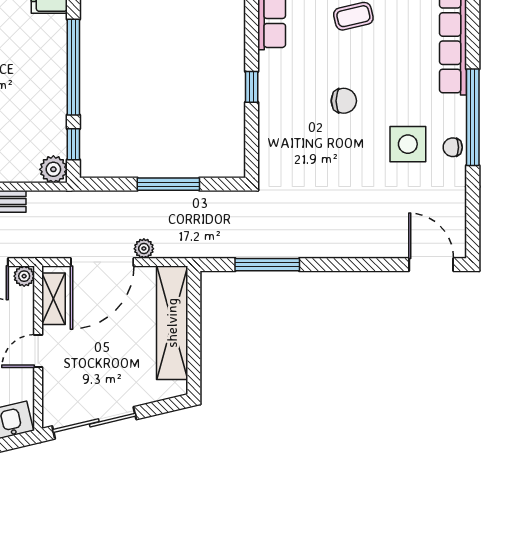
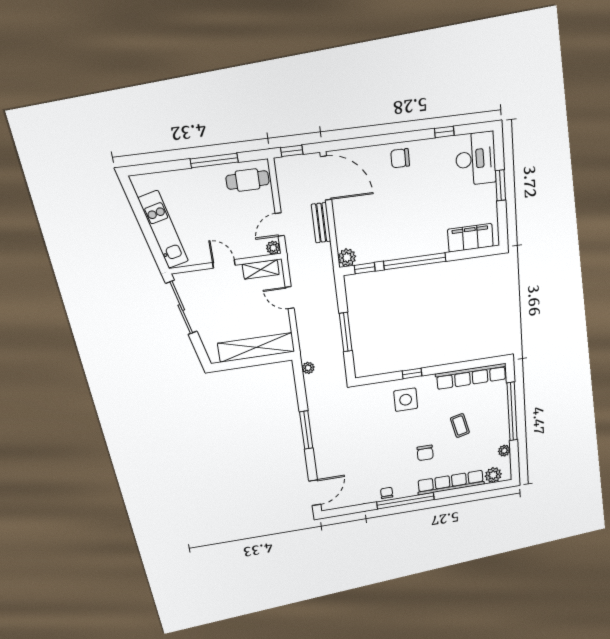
chair: (344, 101) -> (425, 453), moved
side table: (408, 144) -> (406, 400), moved
plant: (144, 249) -> (308, 368), moved
door: (102, 262) -> (290, 298), width x0.53
window: (267, 265) -> (306, 430), moved

